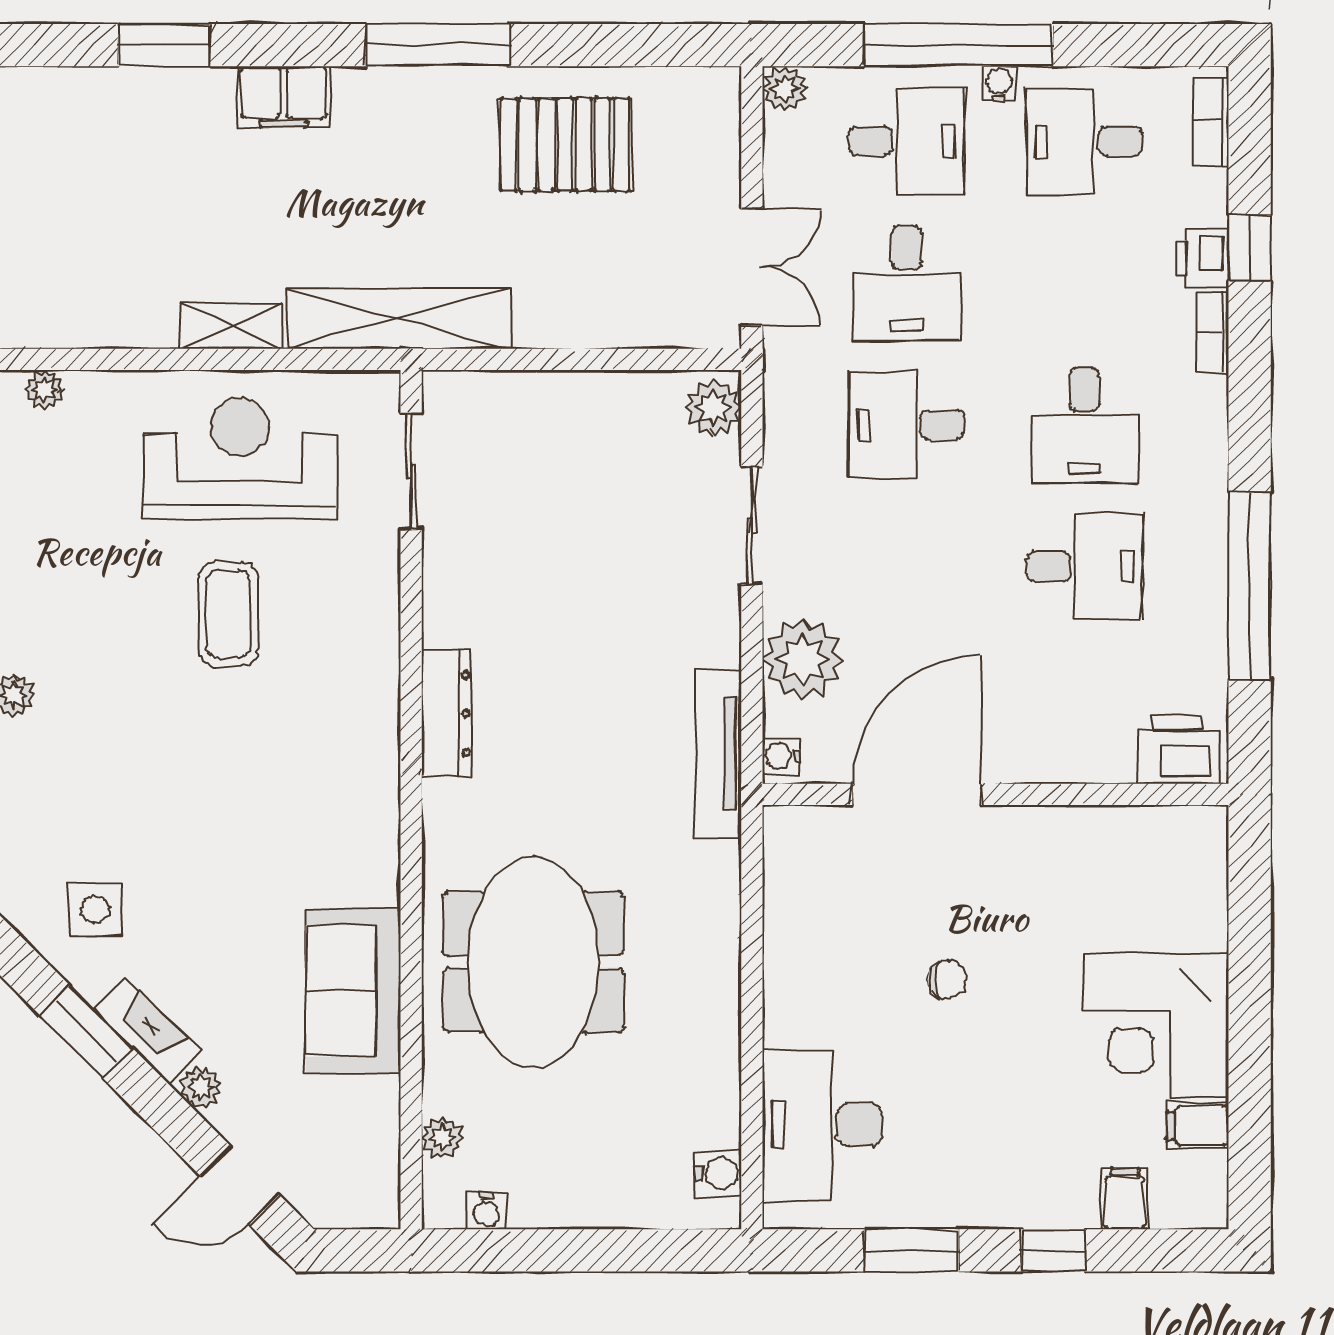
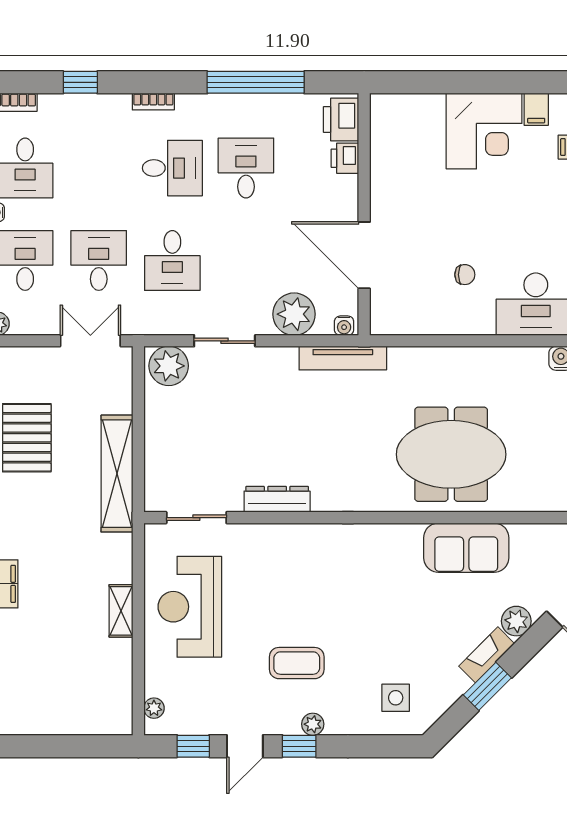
printer: (1202, 258) -> (345, 158), moved, turned 90
desk: (906, 283) -> (99, 260), turned -90
shelving: (399, 318) -> (117, 474), moved
bookcase: (1212, 332) -> (153, 102), moved
plant: (714, 408) -> (169, 366), width x1.36, depth x1.36
coffee table: (228, 614) -> (297, 663), moved
dresser: (447, 713) -> (277, 499), moved
side table: (95, 910) -> (396, 698), moved
chair: (947, 980) -> (465, 275), moved, turned 90
plant: (201, 1087) -> (516, 621), width x1.38, depth x1.38
plant: (442, 1138) -> (542, 502), removed

